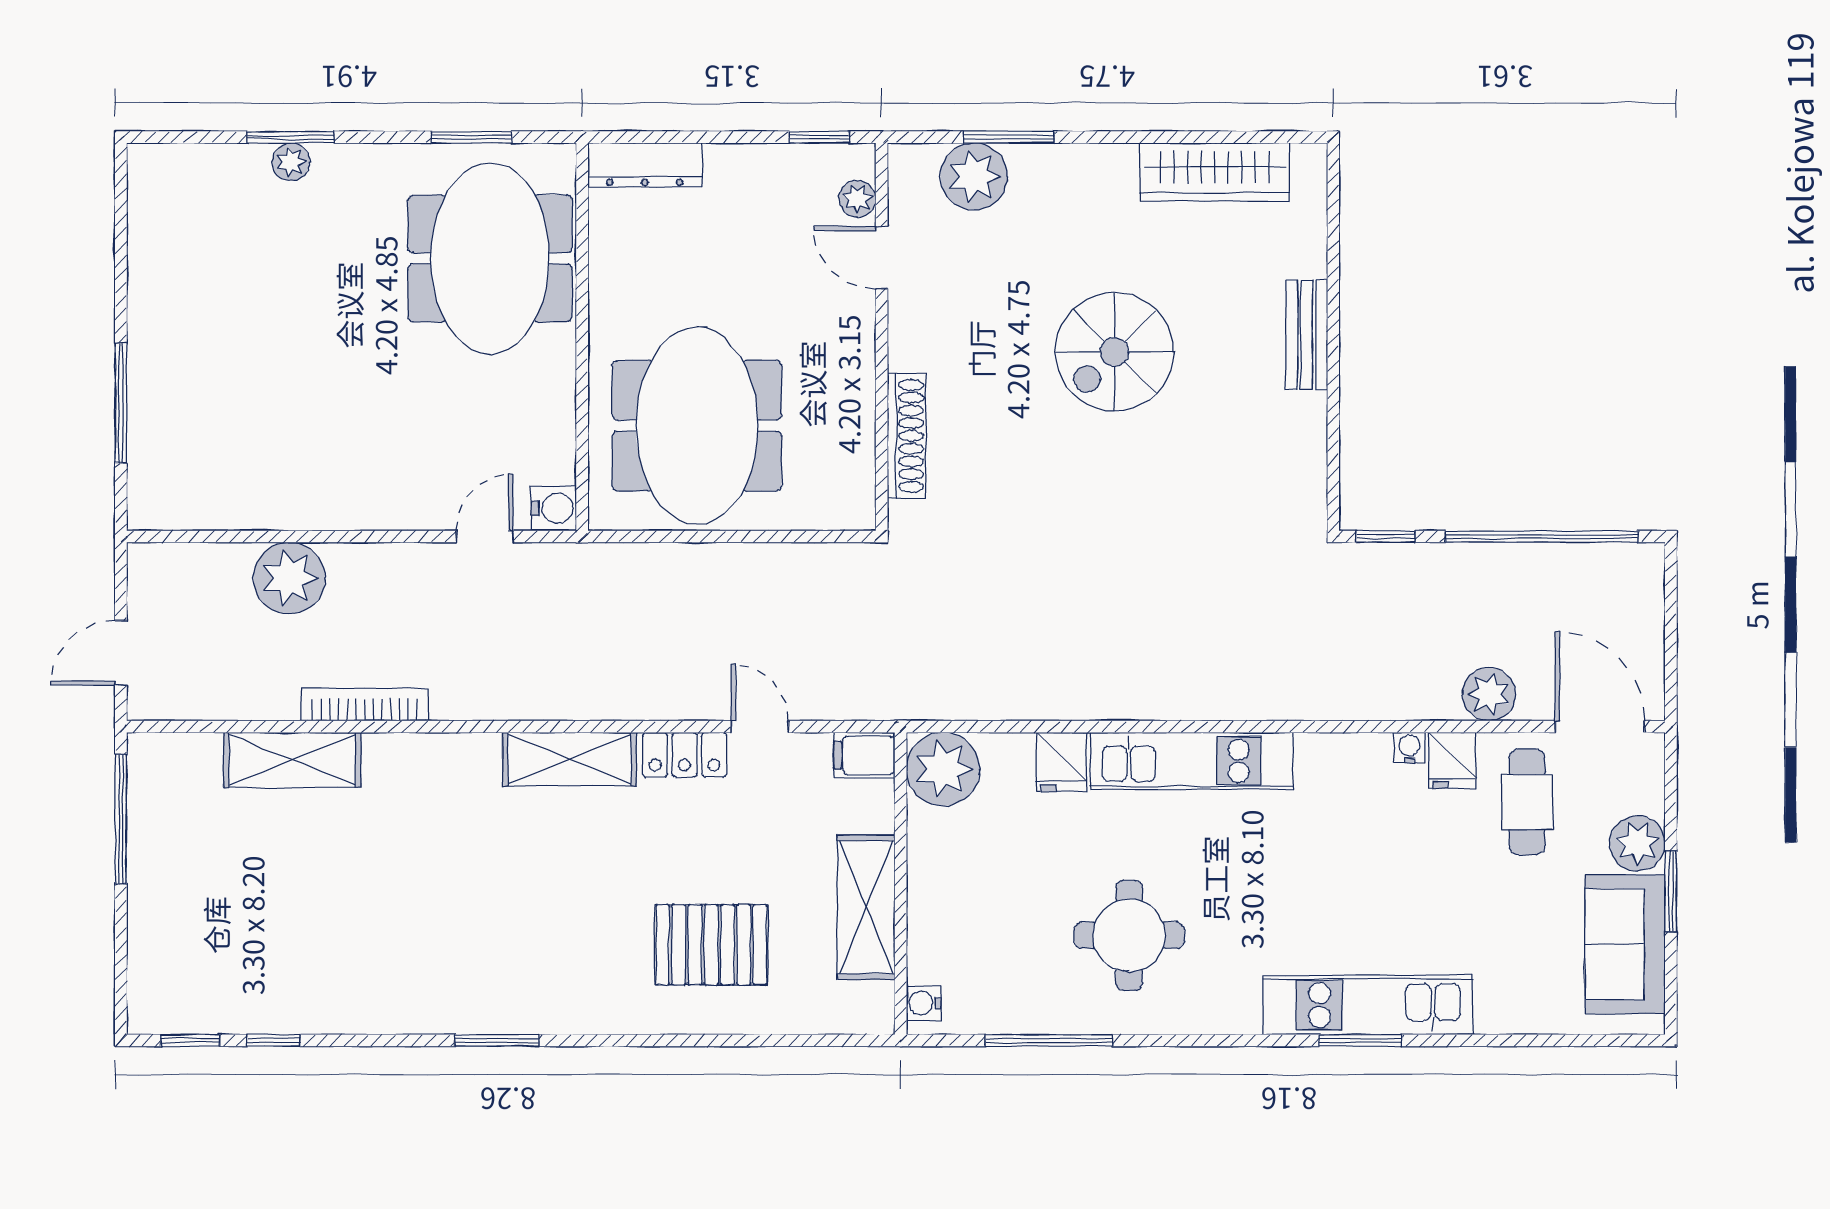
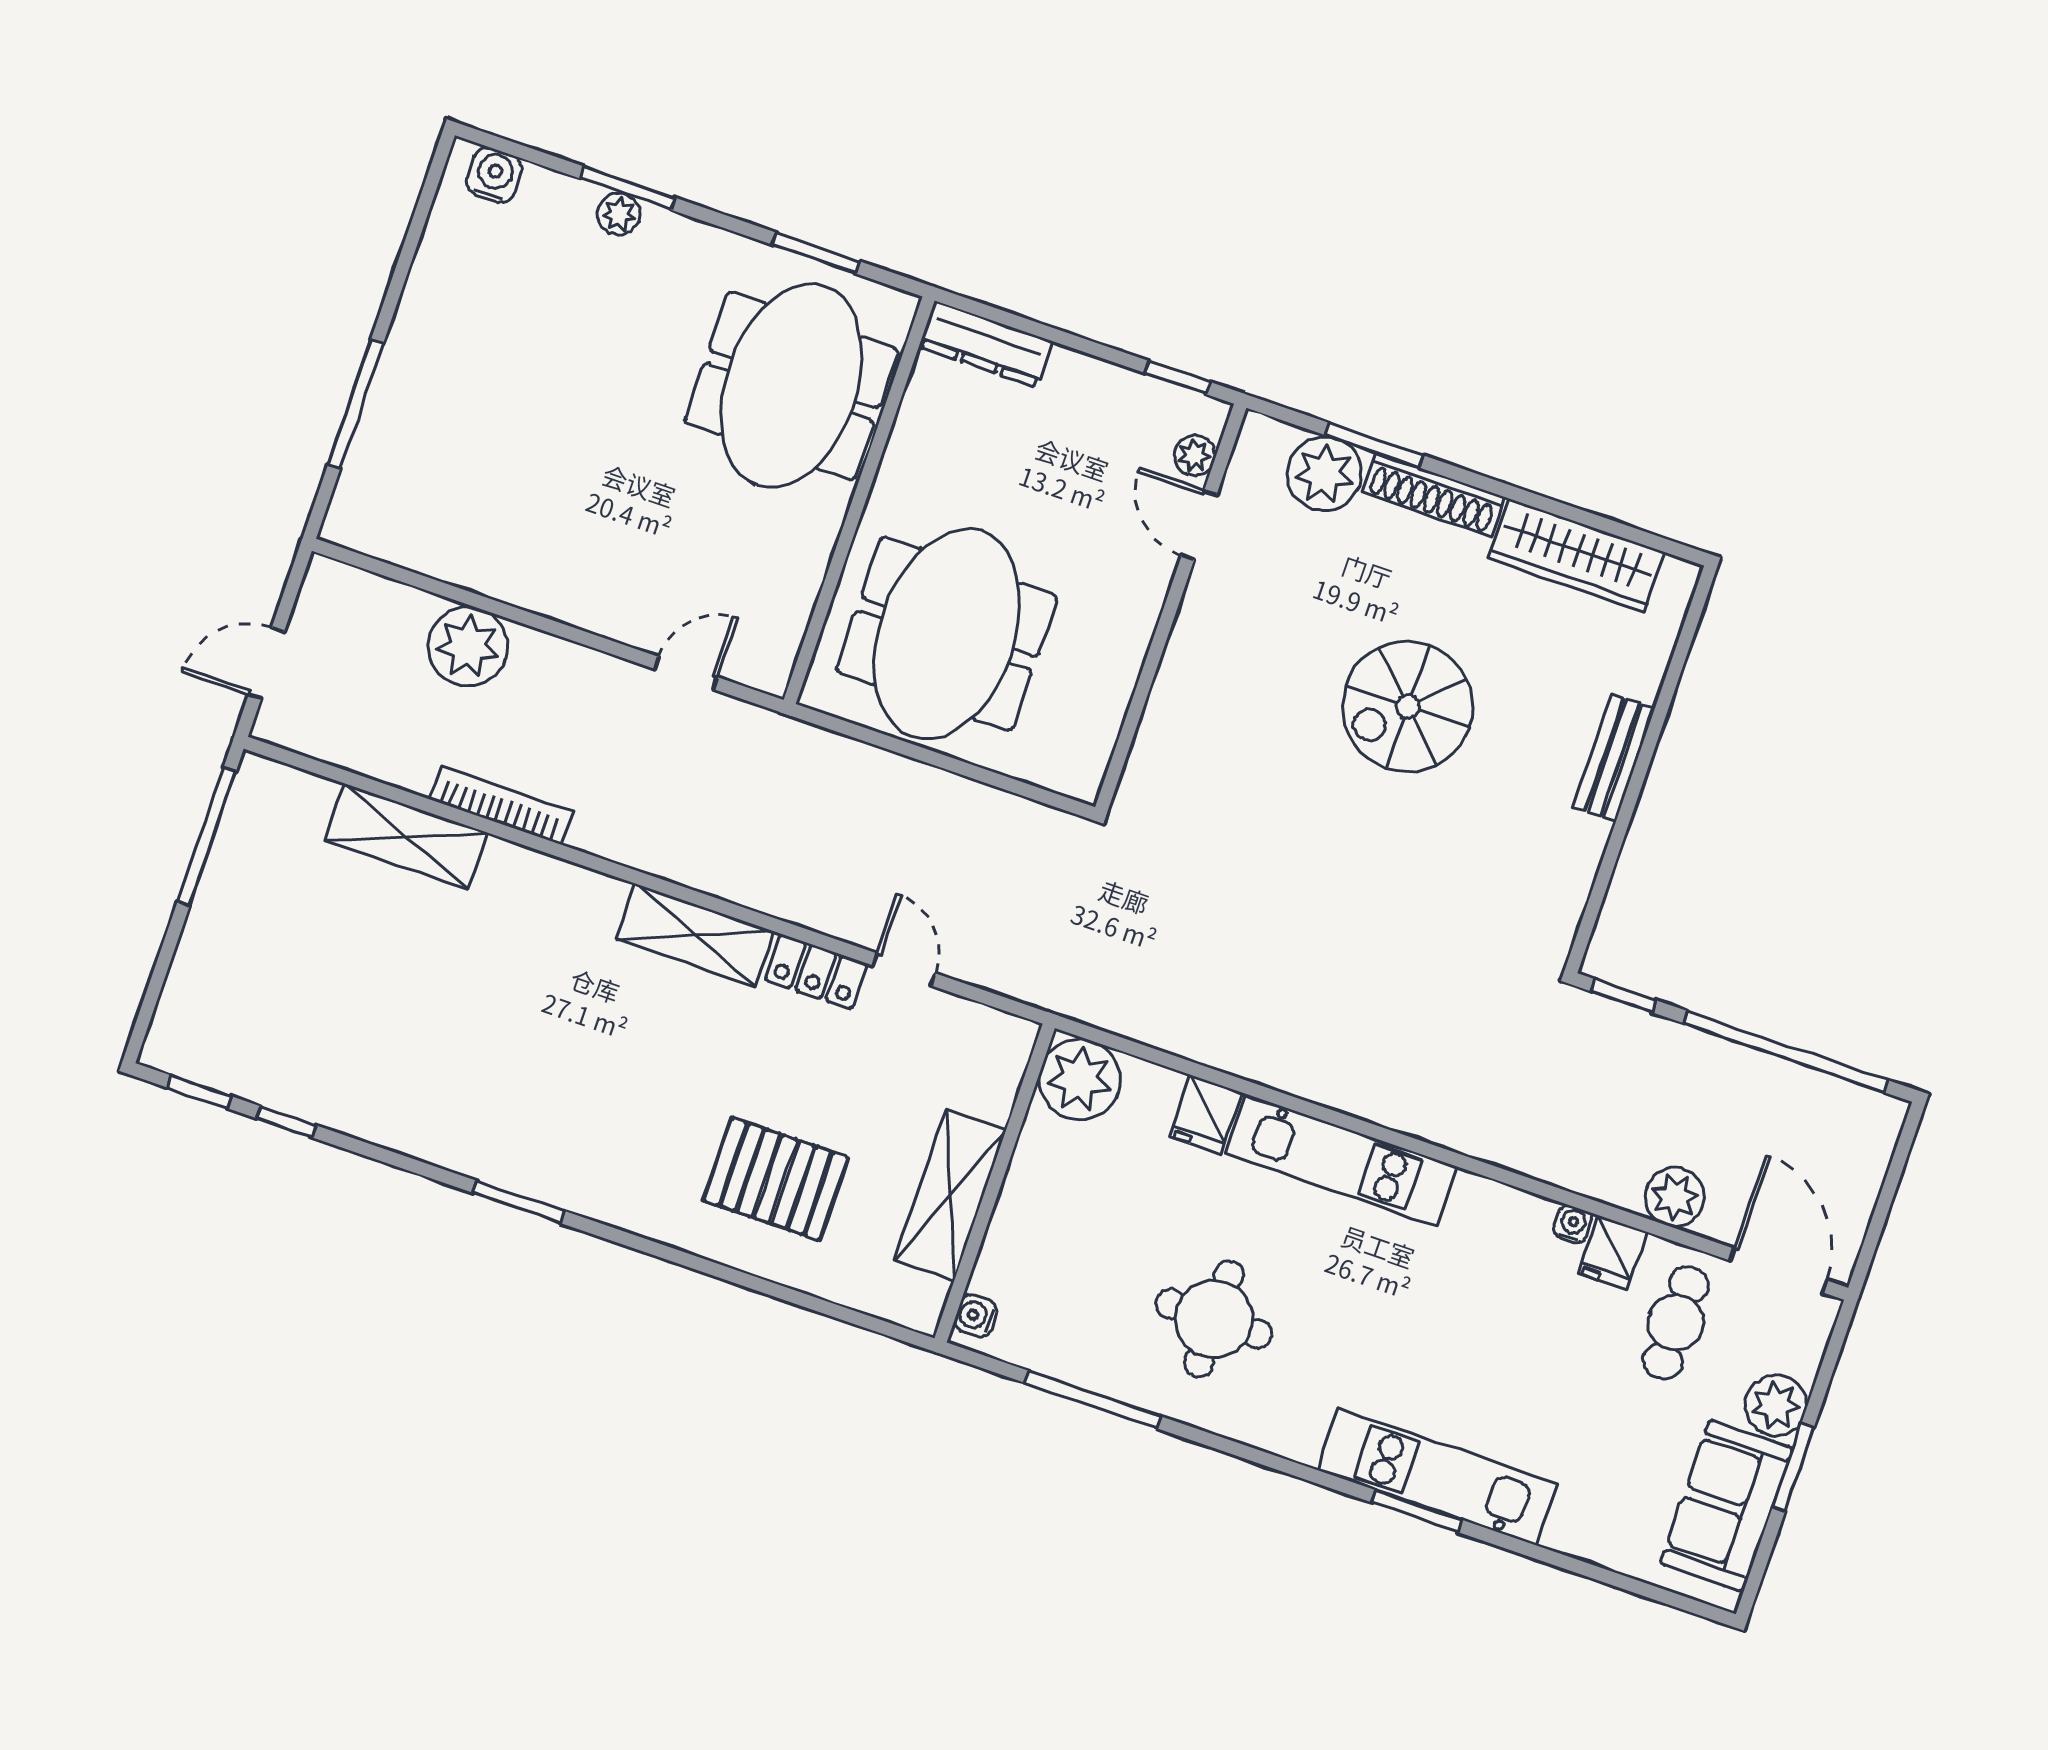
shoe rack: (907, 436) -> (1433, 494), moved, turned 90
water cooler: (554, 508) -> (494, 175), moved, turned -90
filing cabinet: (864, 755) -> (1003, 1037), removed

